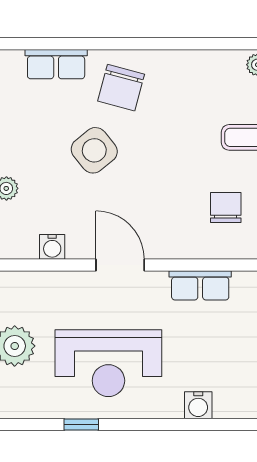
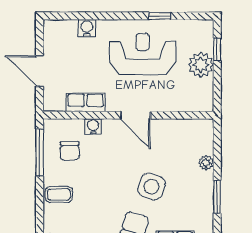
side table: (94, 150) -> (152, 186), turned -30
water cooler: (52, 247) -> (93, 126), moved

